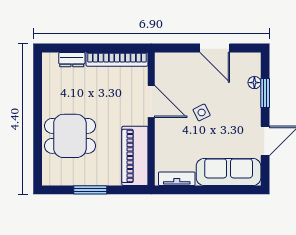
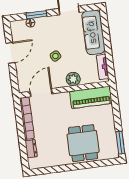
door: (151, 101) -> (41, 93), moved
plant: (165, 134) -> (73, 79), added
window: (90, 190) -> (120, 143), moved

